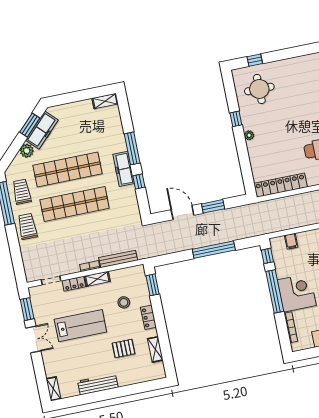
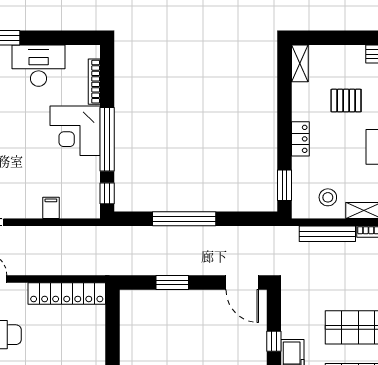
door: (183, 212) -> (242, 283), moved
filing cabinet: (291, 241) -> (51, 208), moved
stool: (124, 302) -> (328, 197), moved
shelving: (155, 349) -> (300, 63), moved

